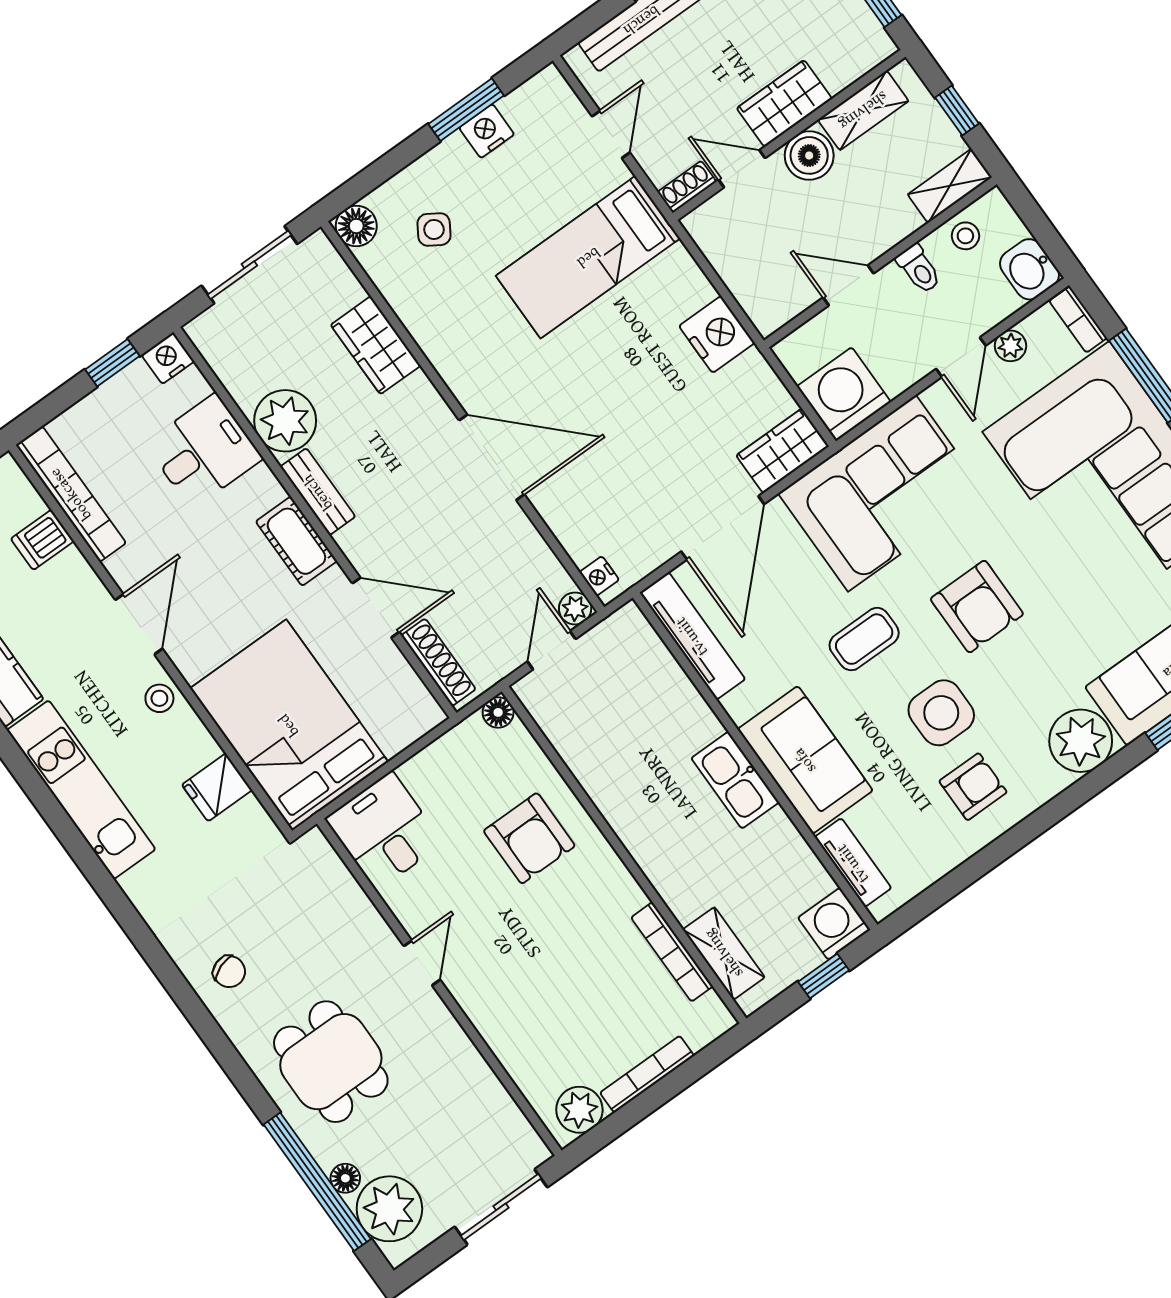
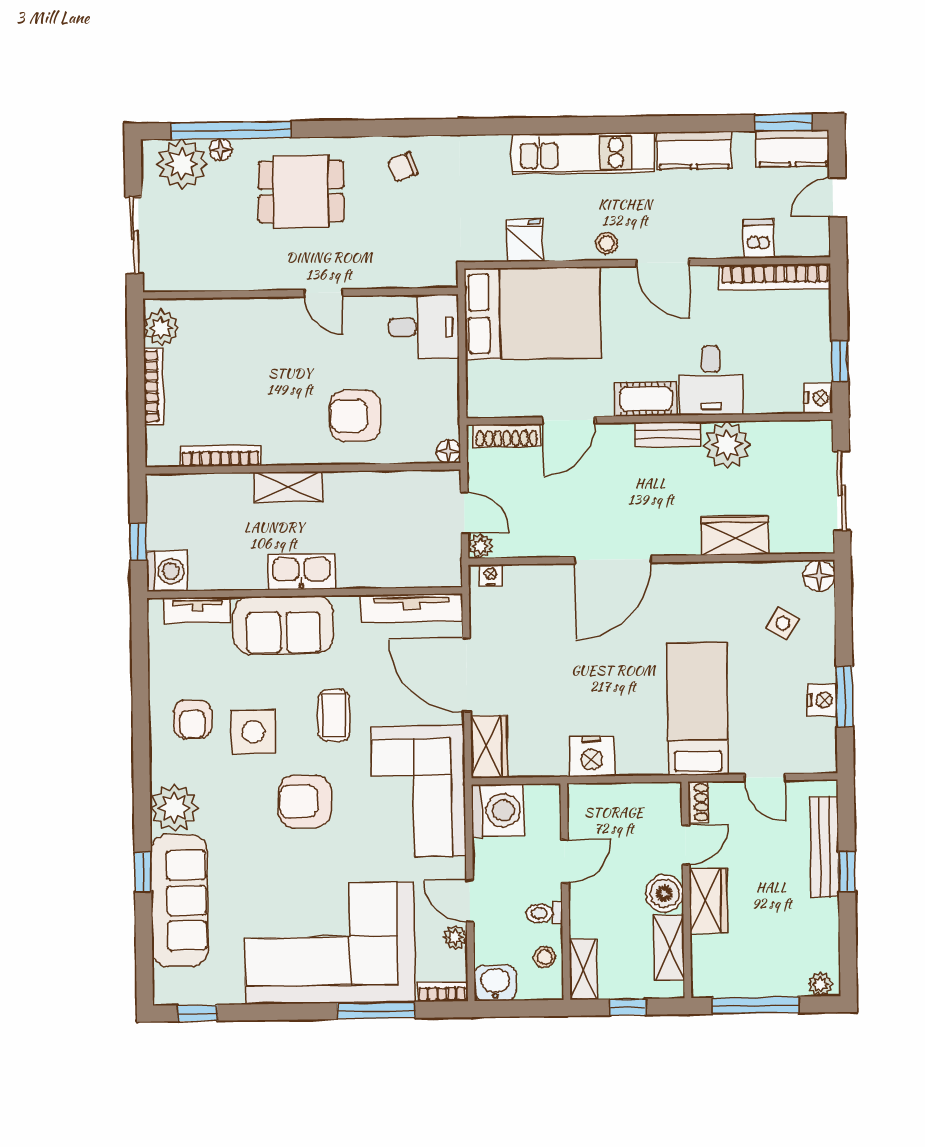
desk: (204, 451) -> (711, 380), moved
shelving: (724, 953) -> (288, 487), moved

